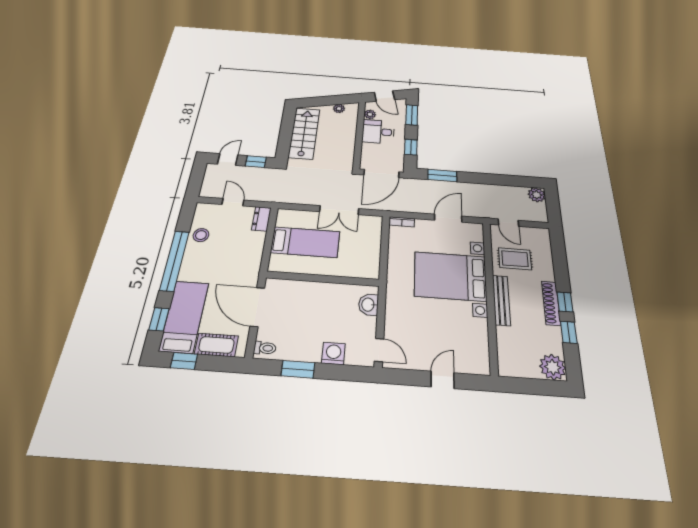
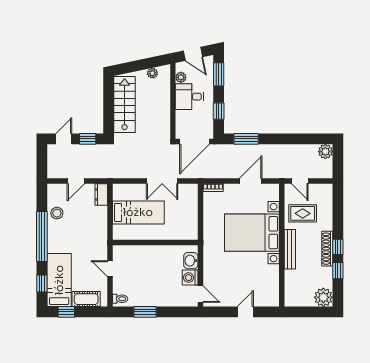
door: (233, 202) -> (76, 181), swing flipped
door: (257, 307) -> (110, 269), width x0.53
washing machine: (333, 353) -> (190, 278), moved, turned -90

